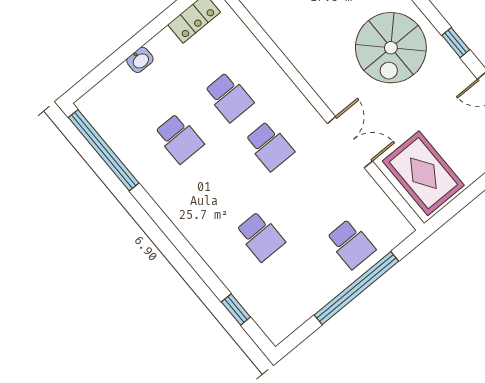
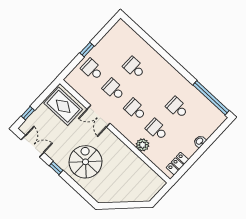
plant: (264, 68) -> (143, 145), added
school desk: (310, 195) -> (114, 90), added
window: (356, 288) -> (87, 50), width x0.32
window: (236, 310) -> (141, 33), removed

